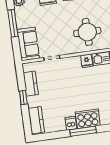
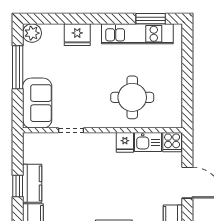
kitchen counter: (31, 84) -> (32, 183), moved

